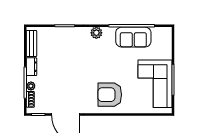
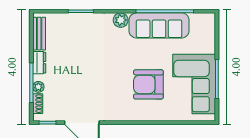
sofa: (133, 37) -> (159, 25), width x1.36
armchair: (110, 95) -> (148, 84), moved

